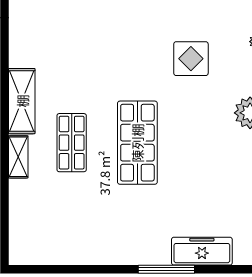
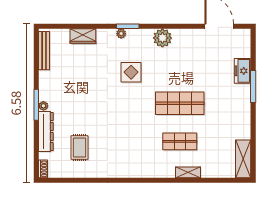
shelving: (22, 101) -> (243, 159), moved, turned 90
freezer: (202, 251) -> (243, 71), width x0.71

